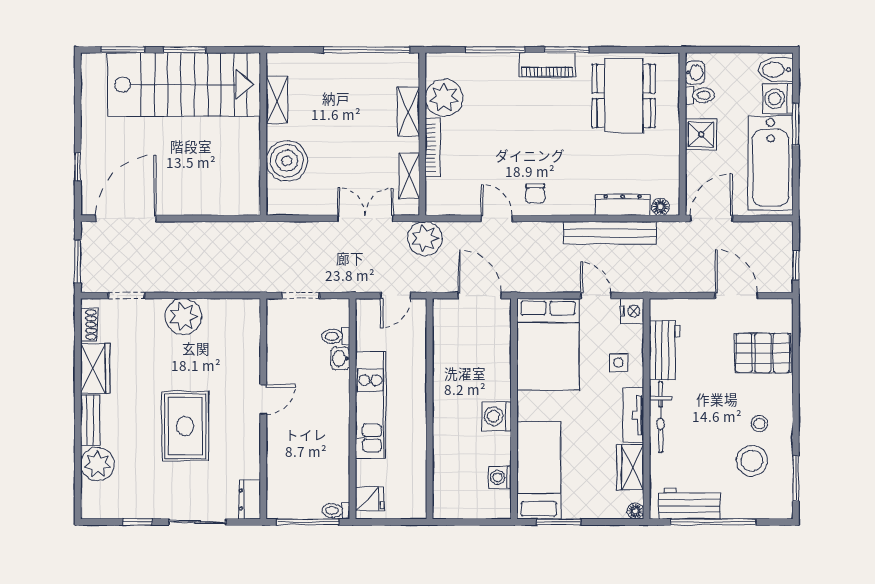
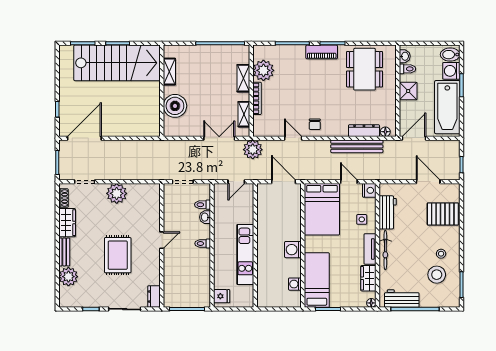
kitchen unit: (370, 405) -> (245, 254), moved, turned 180
toilet: (336, 511) -> (203, 243), moved

